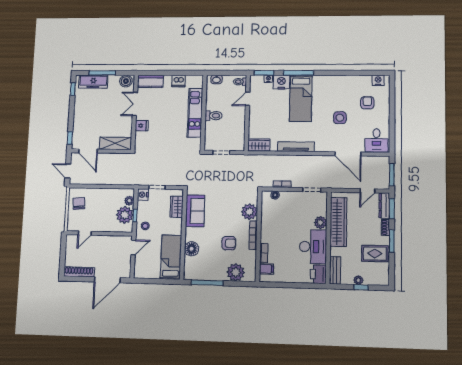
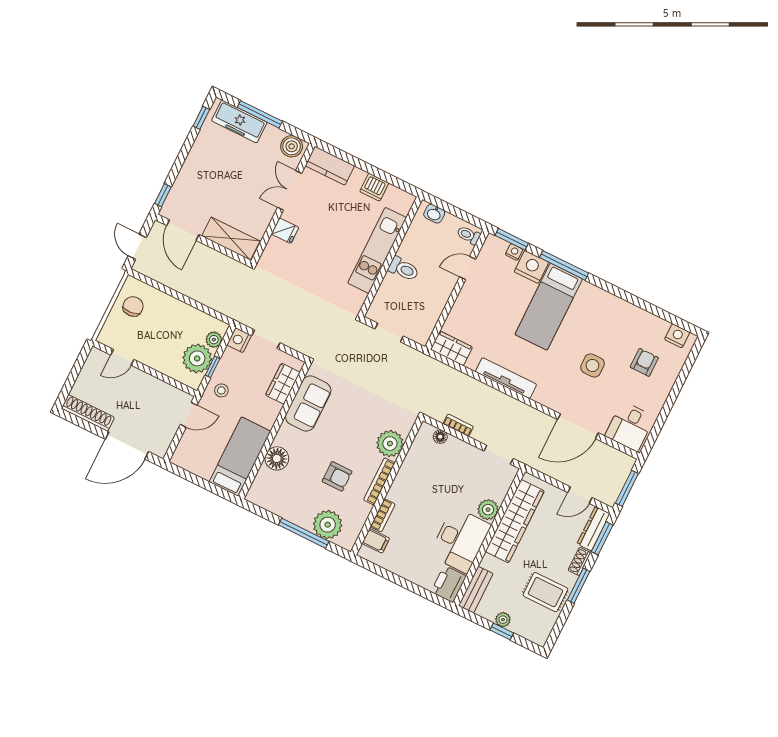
door: (348, 154) -> (578, 426), hinge flipped
window: (207, 283) -> (304, 533), moved

